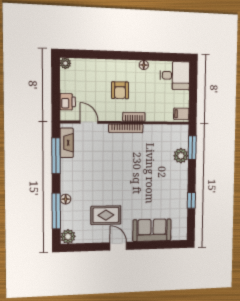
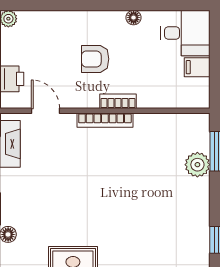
armchair: (120, 90) -> (95, 59), turned 90
filing cabinet: (181, 114) -> (197, 67), moved

